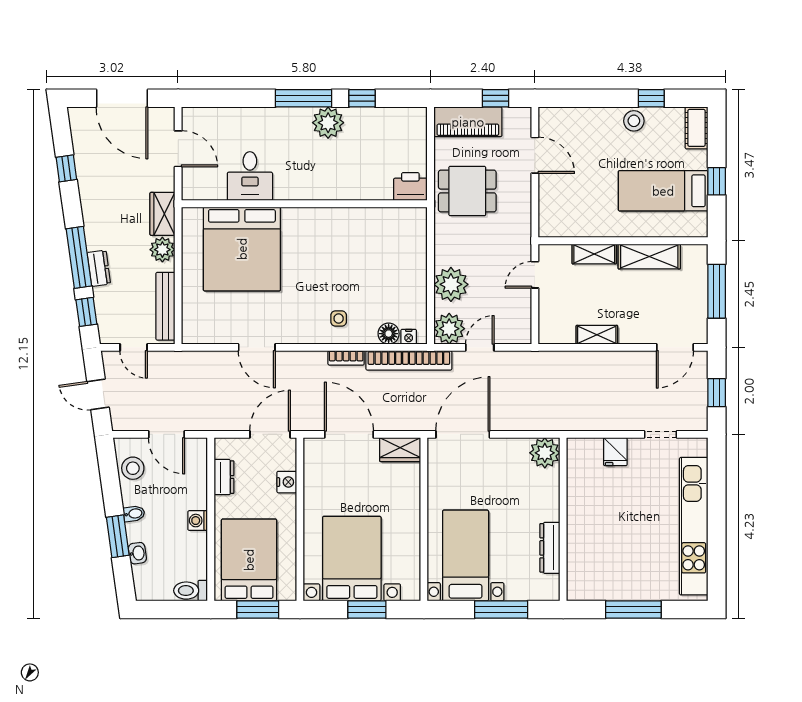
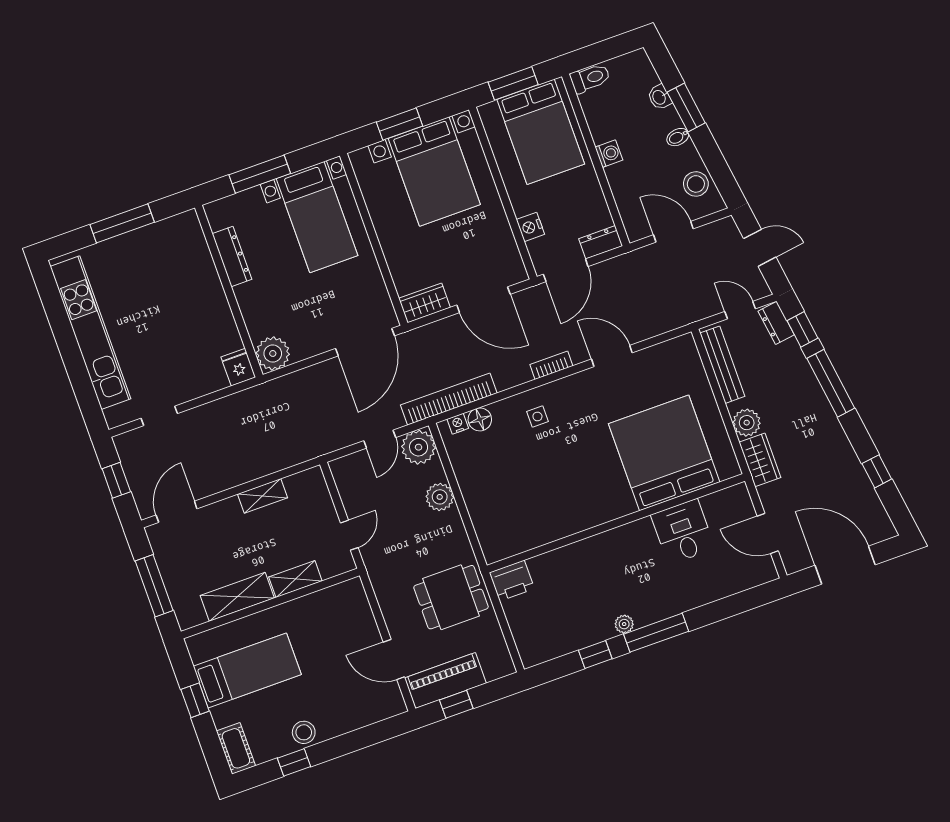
piano: (468, 122) -> (445, 681), moved
plant: (328, 123) -> (624, 624), width x0.53, depth x0.53
dresser: (99, 268) -> (776, 323), moved
plant: (451, 284) -> (440, 497), width x0.73, depth x0.73
bookcase: (346, 358) -> (551, 365), moved
fridge: (615, 452) -> (238, 367), moved
dresser: (224, 477) -> (601, 242), moved, turned 90

